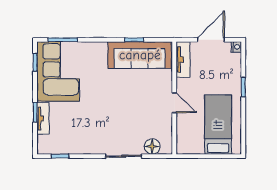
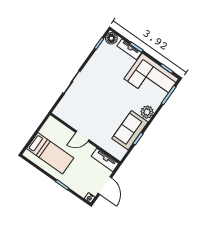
plant: (98, 50) -> (147, 112), added
sofa: (140, 55) -> (130, 130), width x0.73
floor lamp: (152, 146) -> (111, 38), moved

